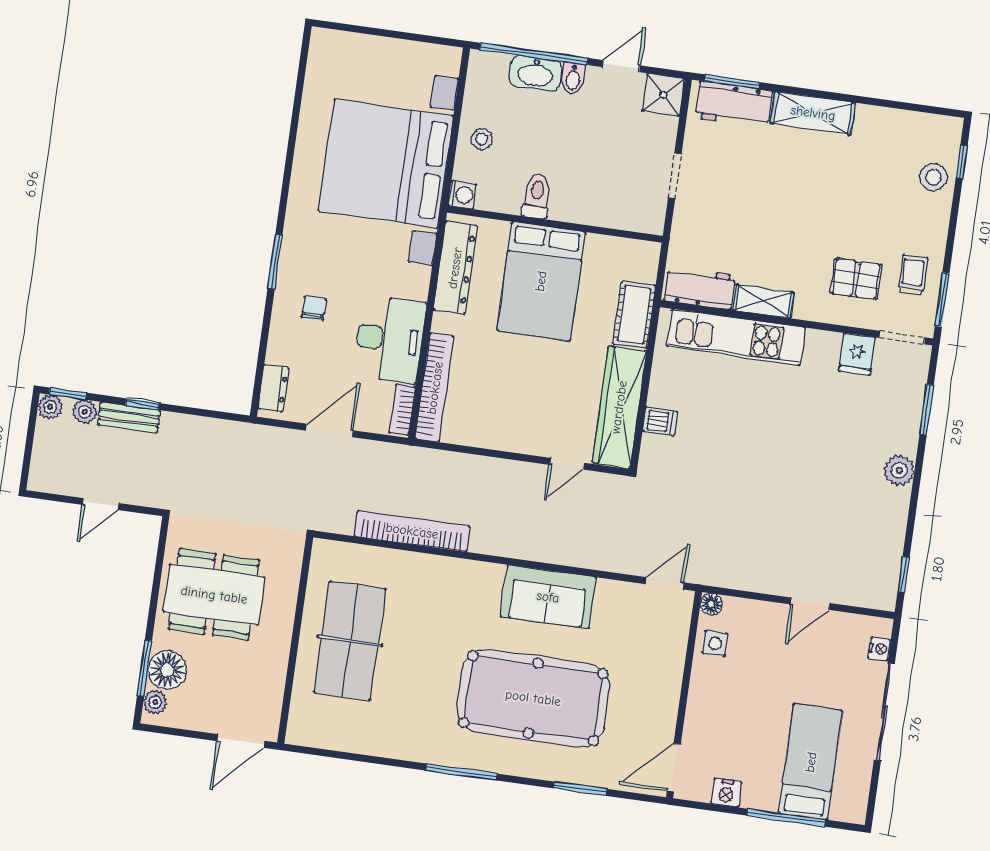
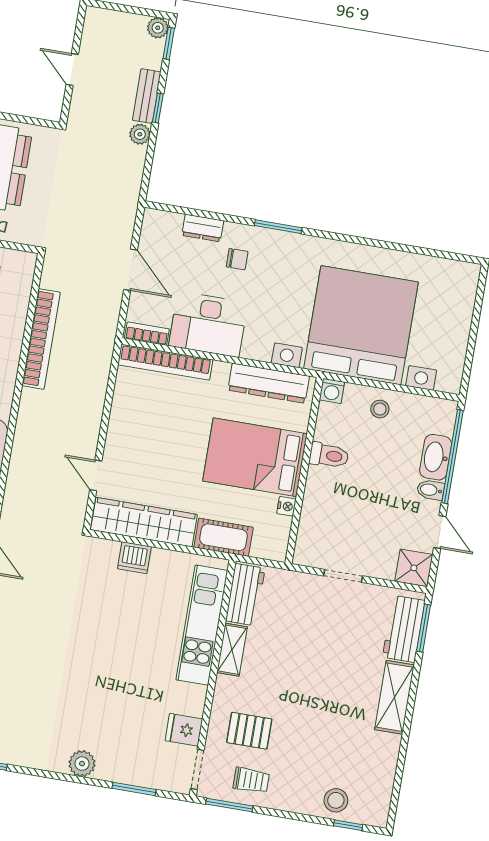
nightstand: (597, 243) -> (286, 506), added
pallet: (856, 279) -> (249, 731), turned 90
dresser: (273, 388) -> (203, 228), moved
plant: (85, 412) -> (140, 134), moved
dishwasher: (660, 421) -> (134, 558), width x1.38

